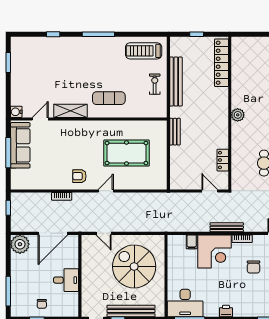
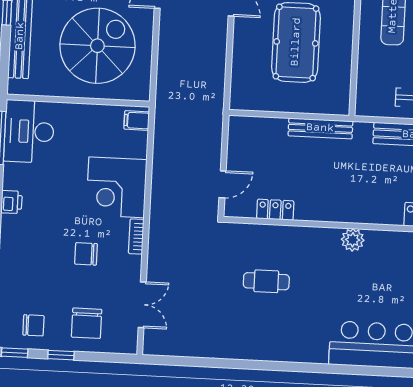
bench: (175, 132) -> (320, 128), width x1.36
bench: (227, 227) -> (158, 211), removed
filing cabinet: (192, 242) -> (137, 120), moved

